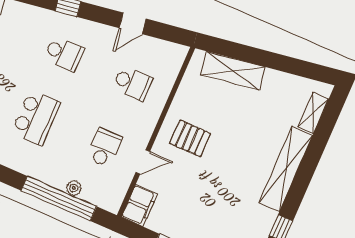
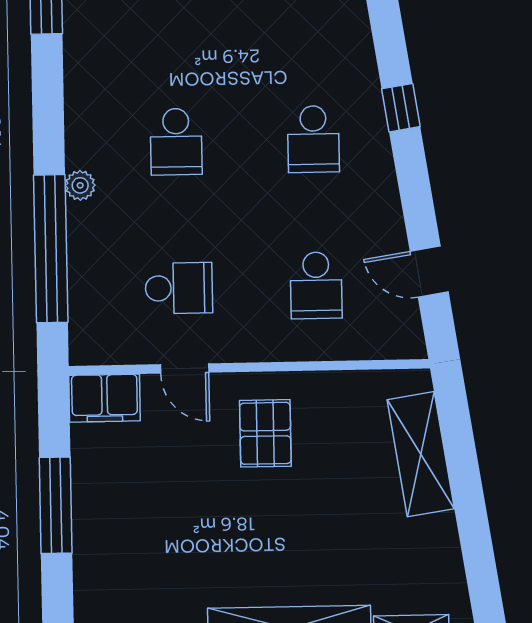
door: (133, 23) -> (429, 272), moved
school desk: (36, 118) -> (176, 142), width x0.54
plant: (74, 188) -> (80, 185), moved

